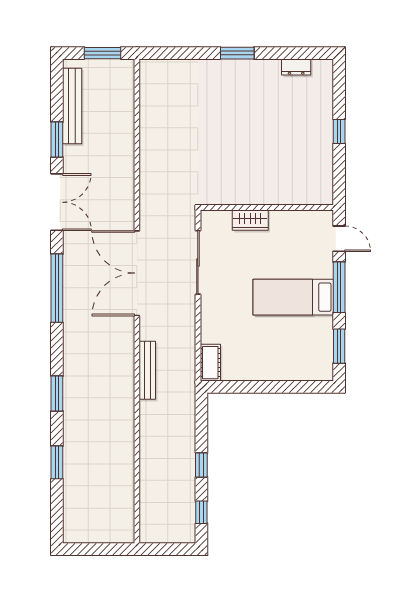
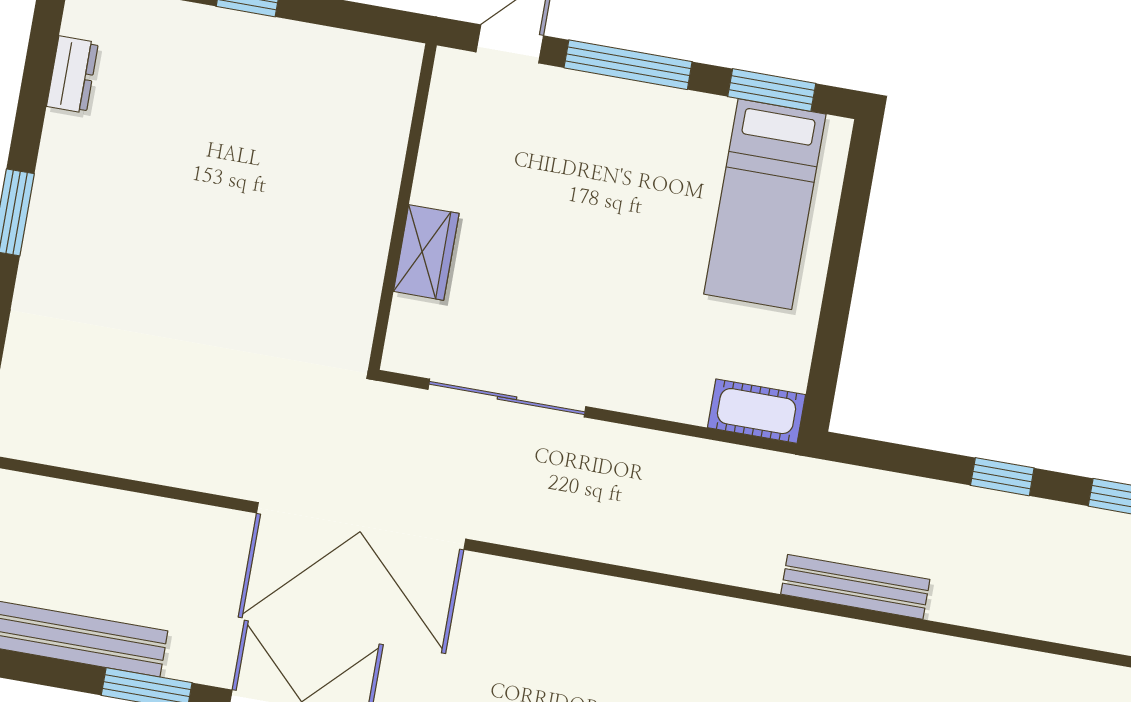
double door: (137, 273) -> (361, 526), moved
bed: (293, 297) -> (765, 204), moved
bench: (147, 370) -> (855, 587), moved

